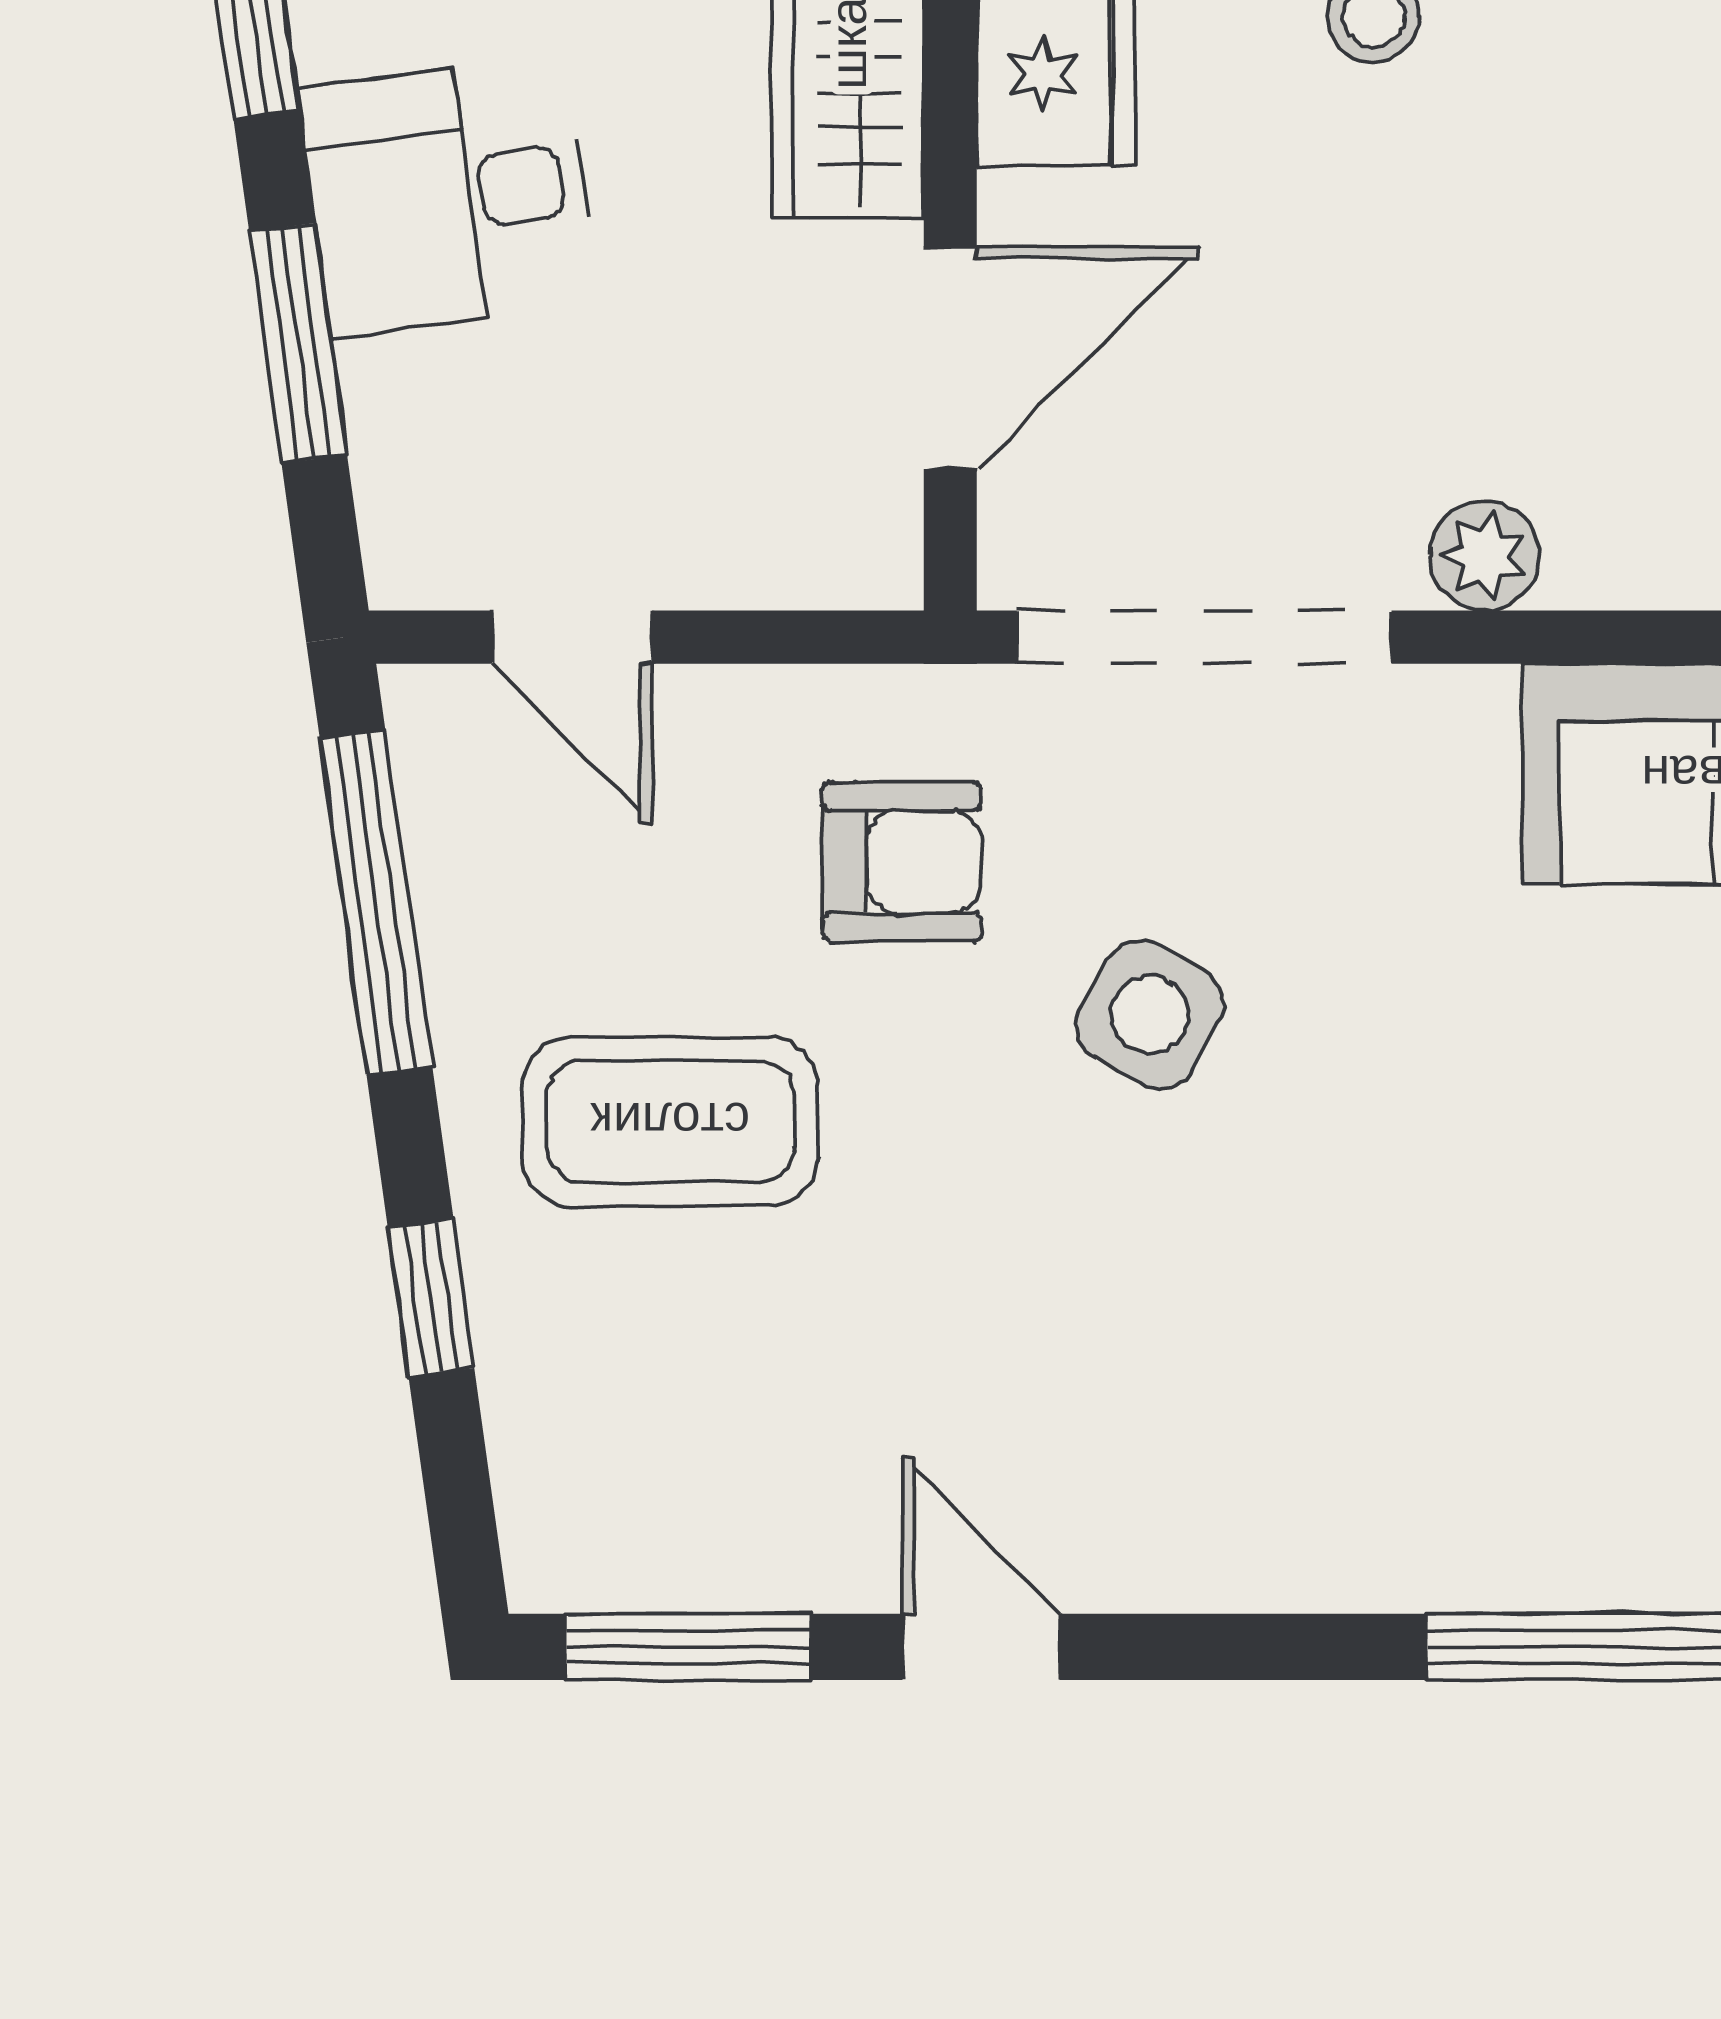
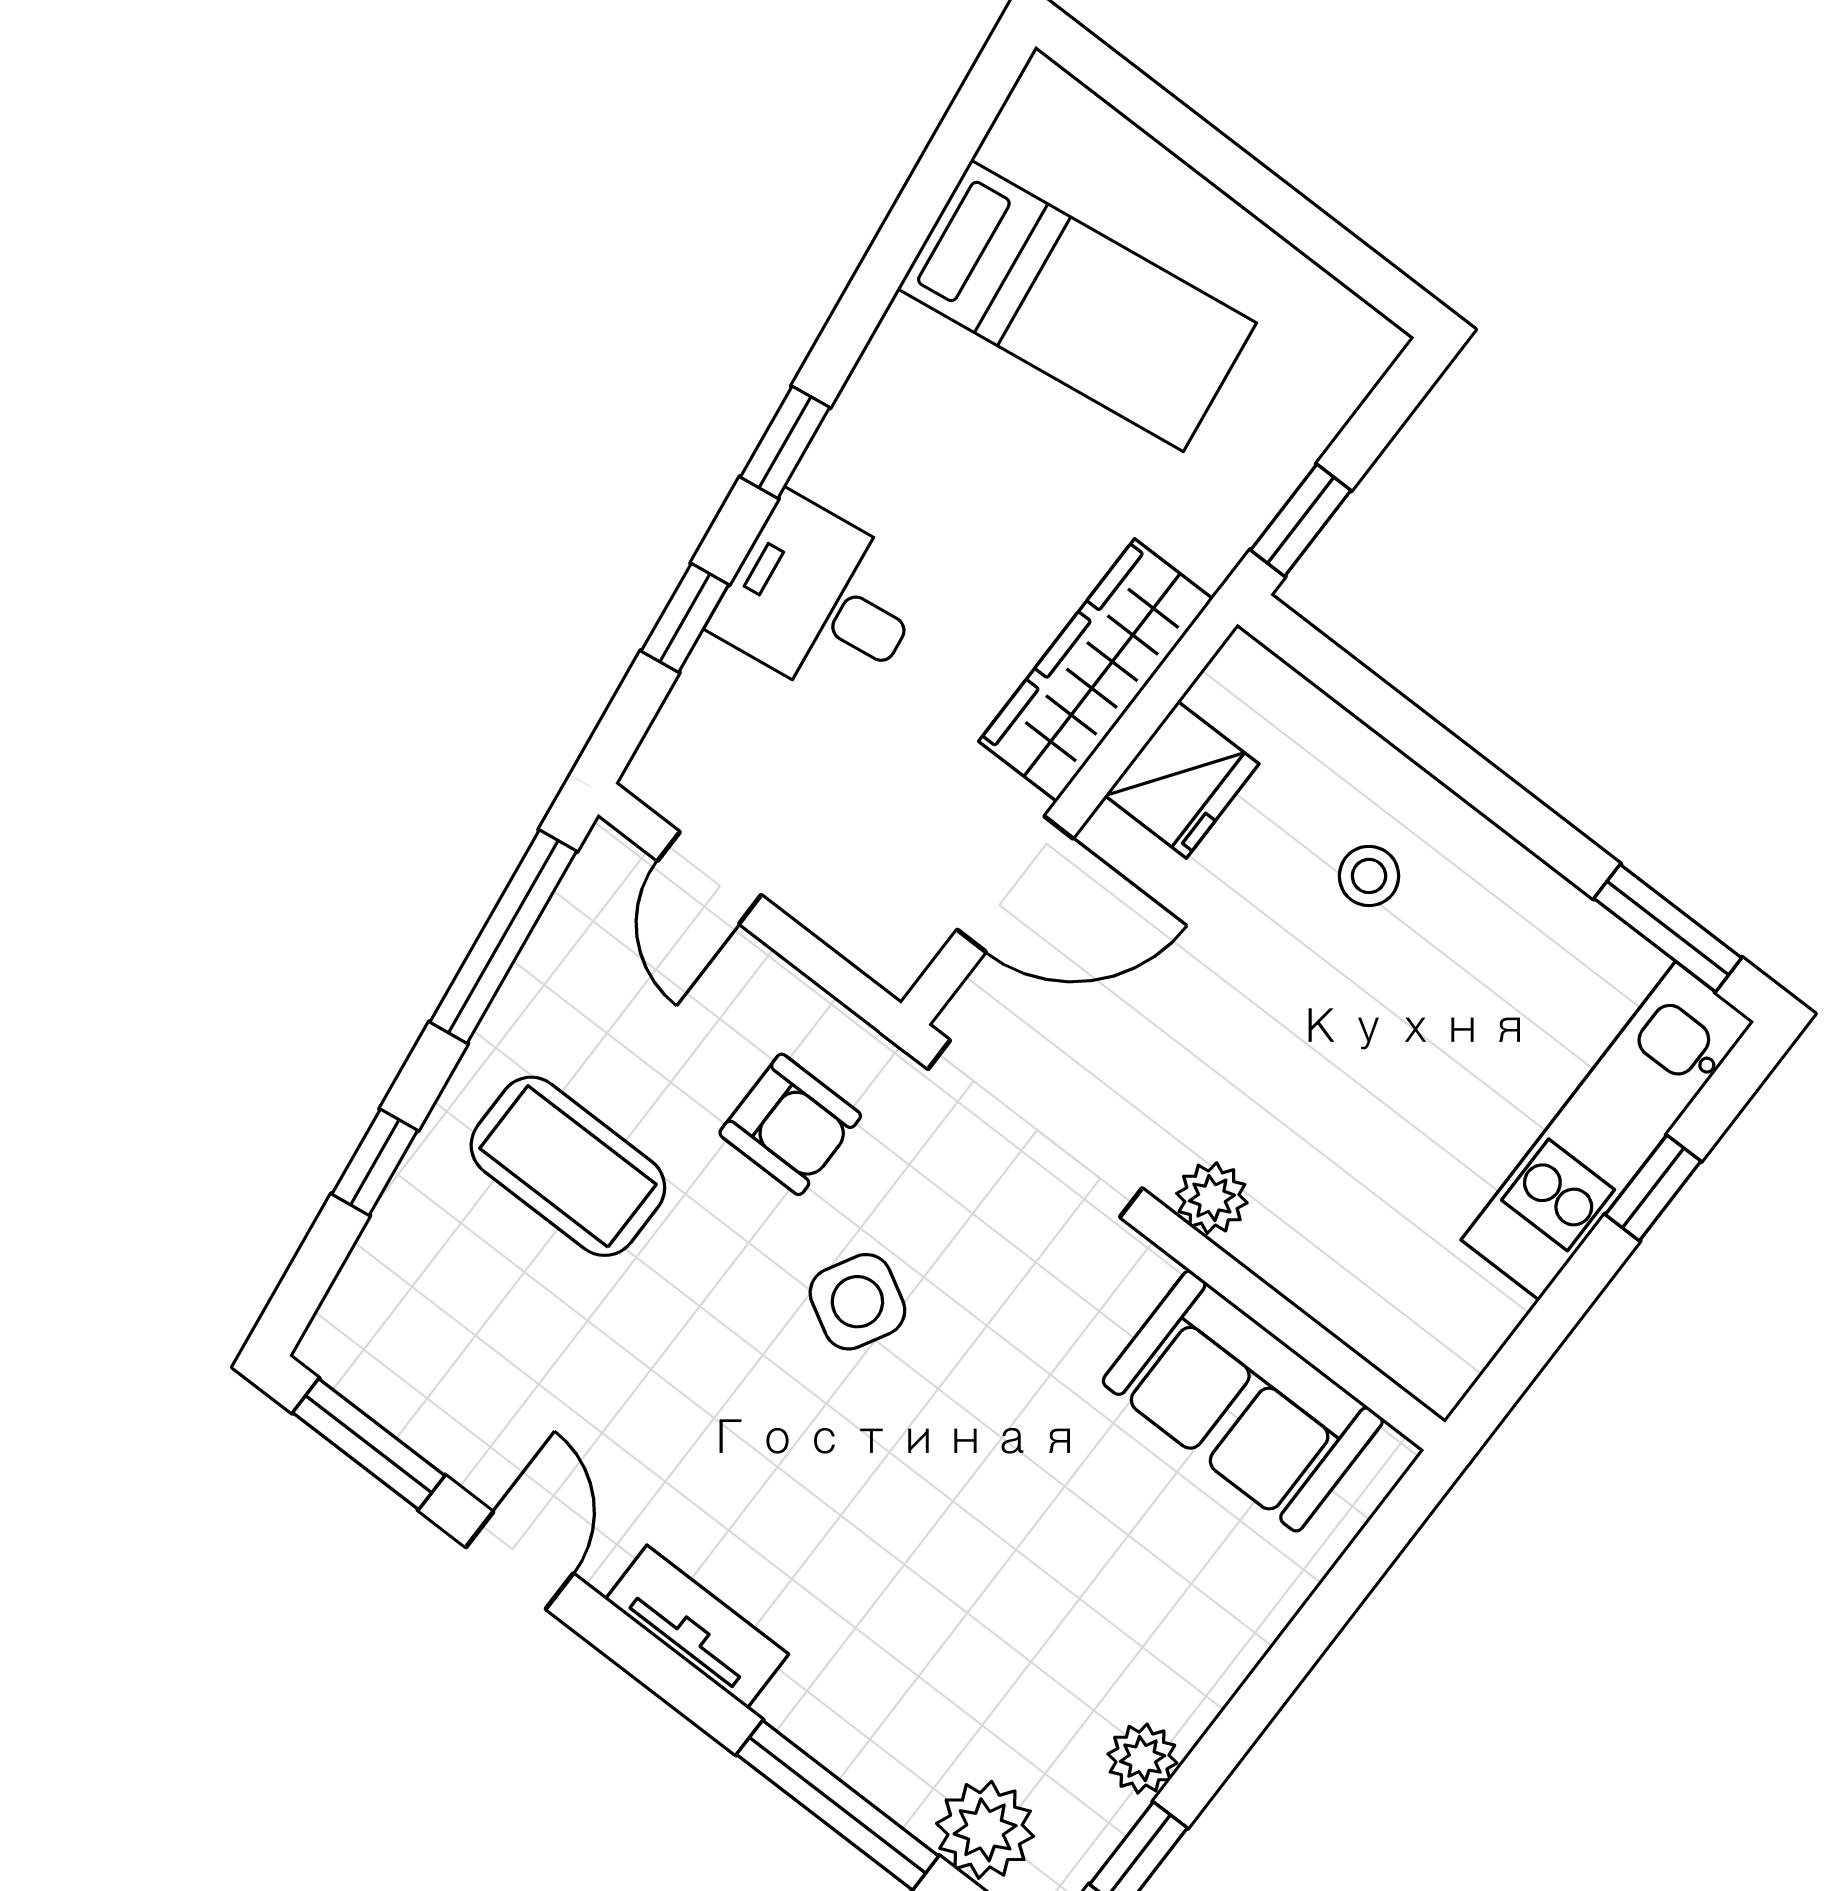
window: (298, 343) -> (685, 618), width x0.67
tv unit: (1259, 1561) -> (697, 1627), added

